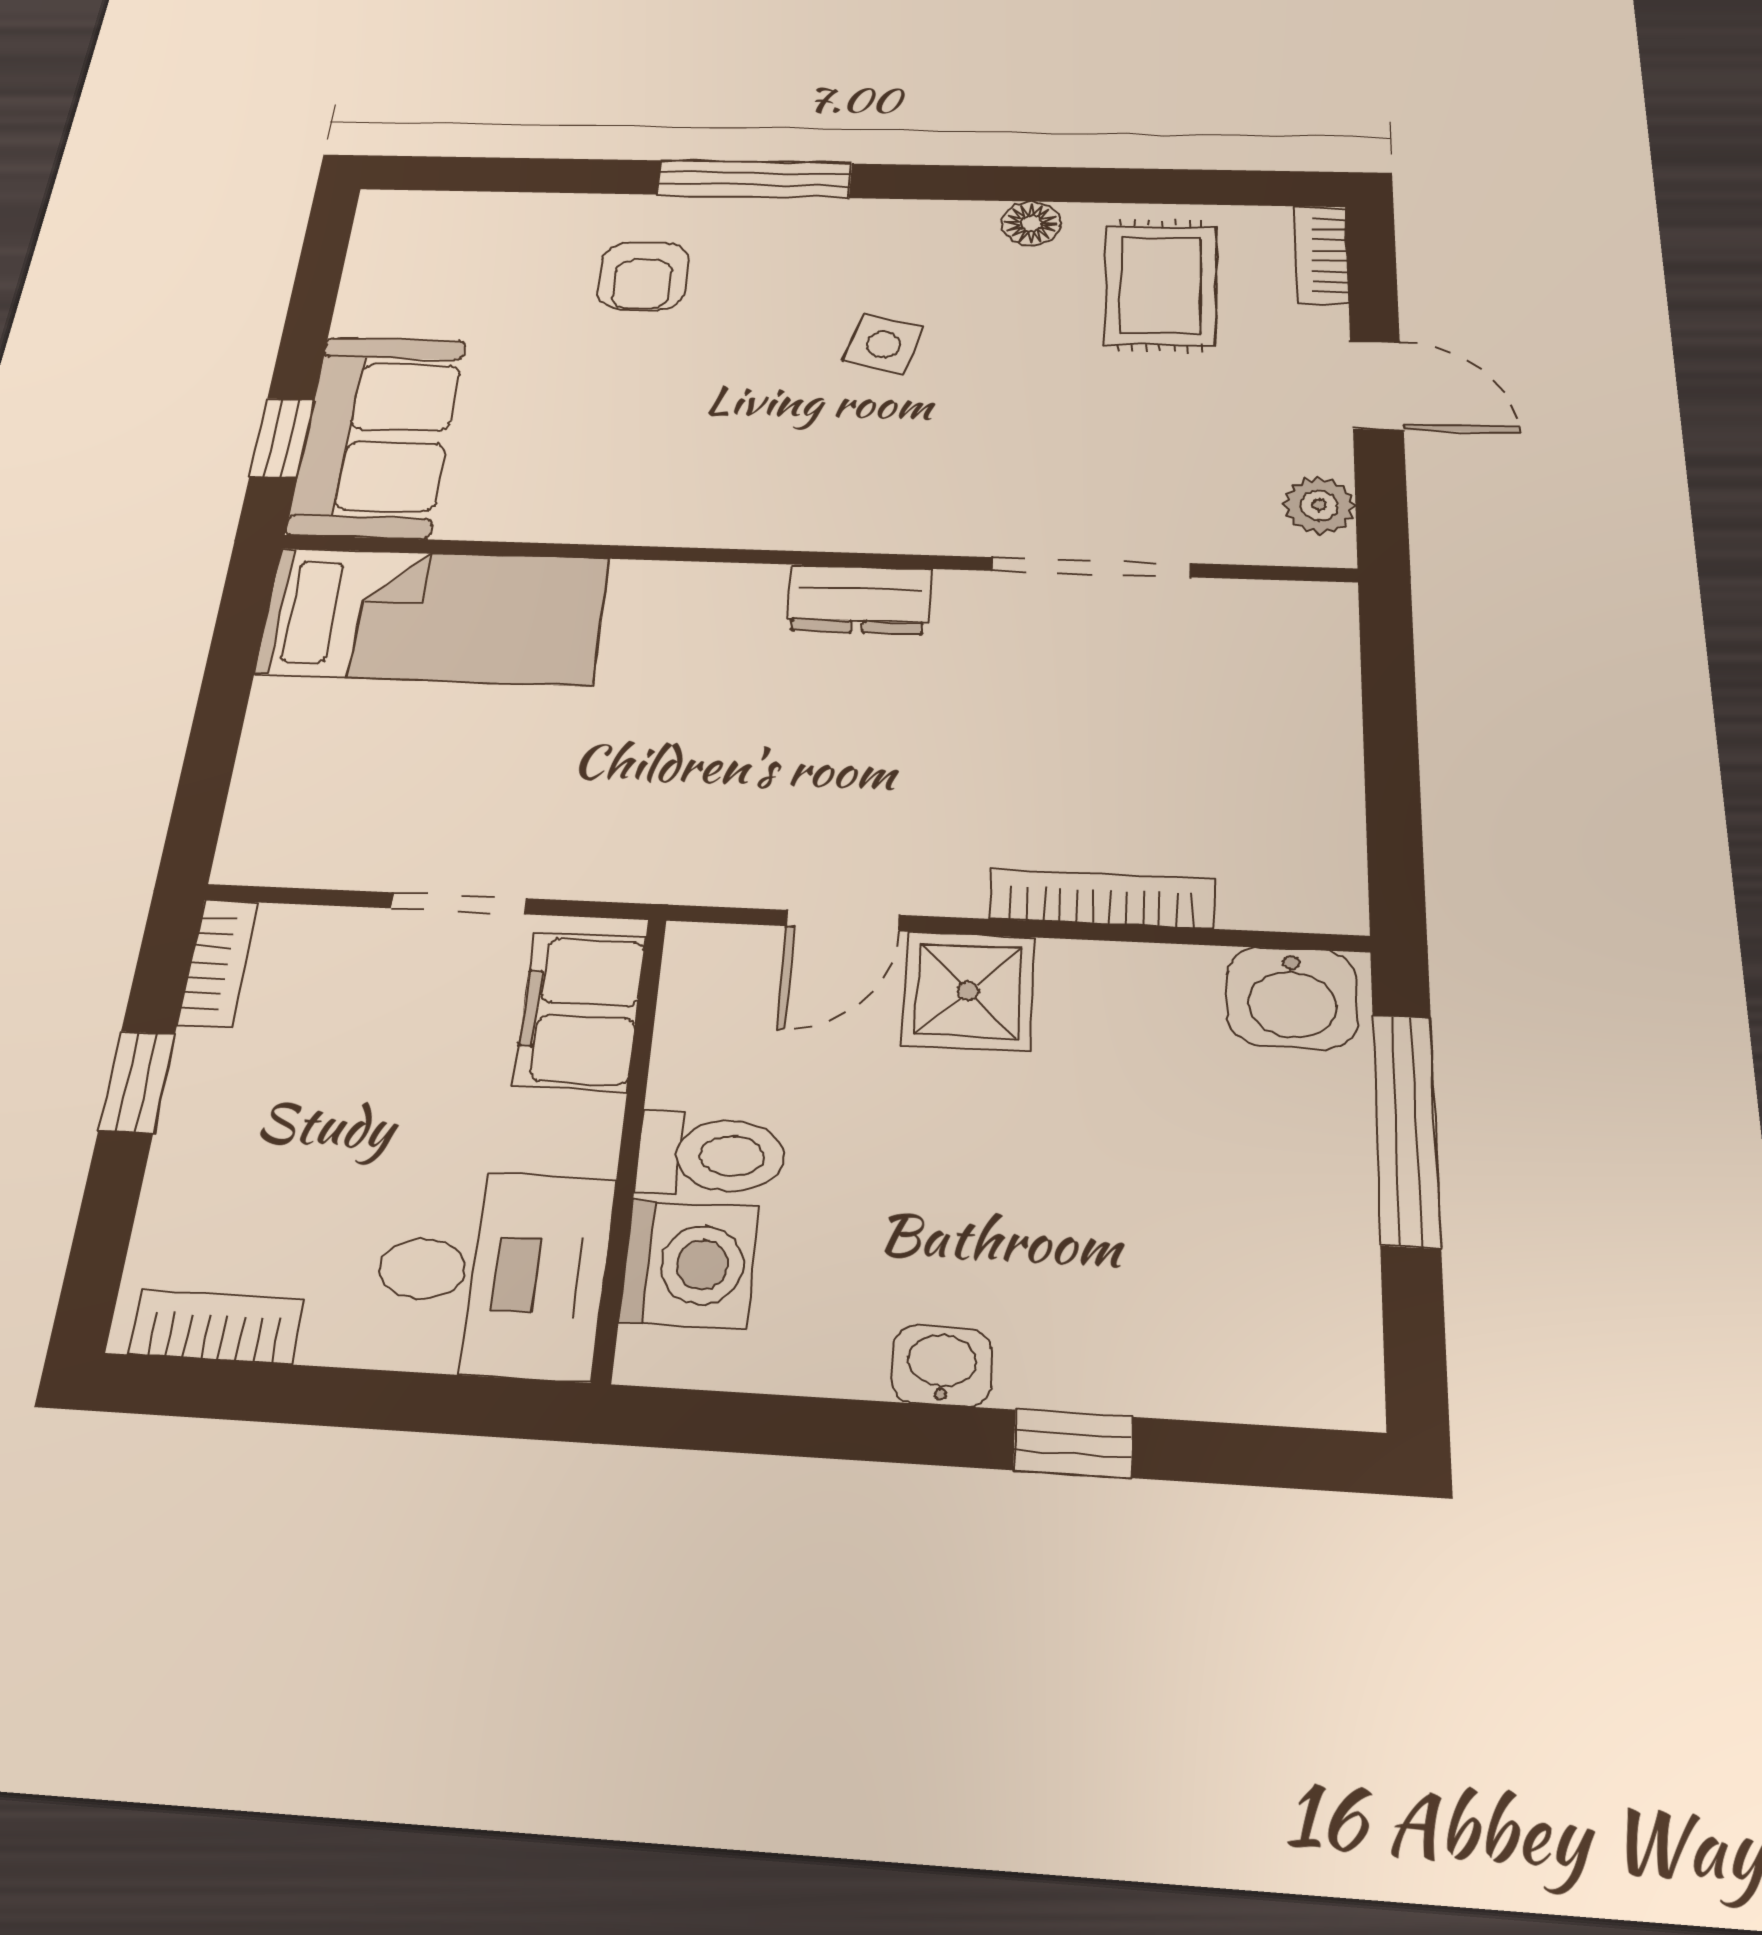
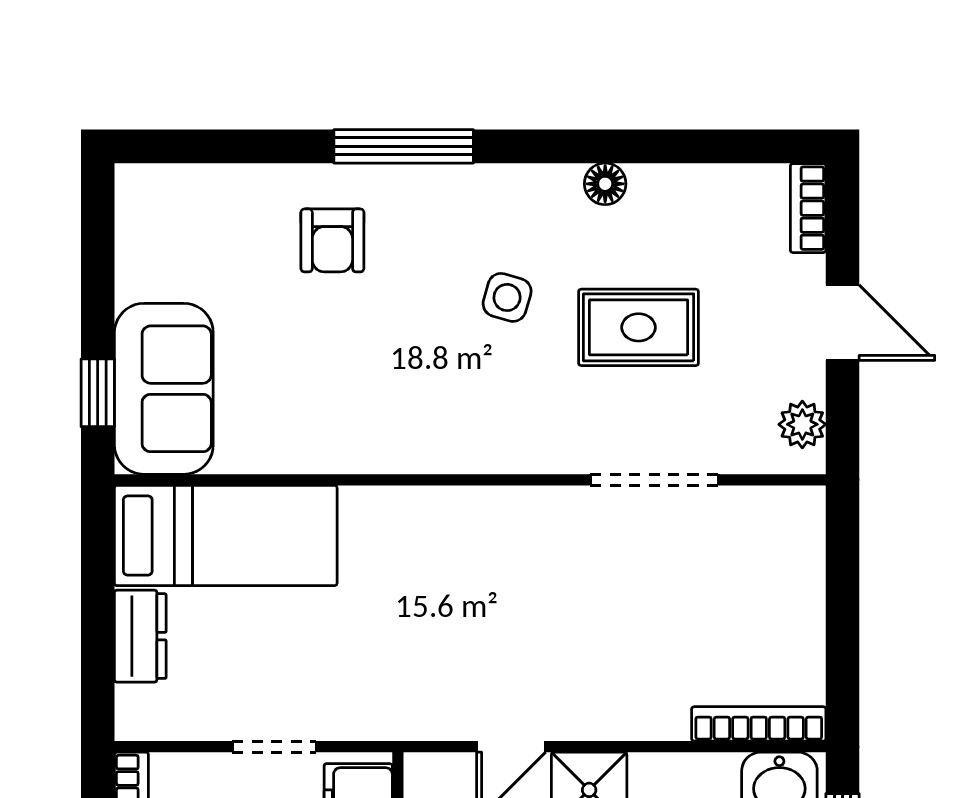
rug: (1161, 285) -> (639, 327), moved, turned 90
dresser: (859, 599) -> (140, 636), moved, turned -90
bookcase: (1102, 899) -> (759, 724), moved

